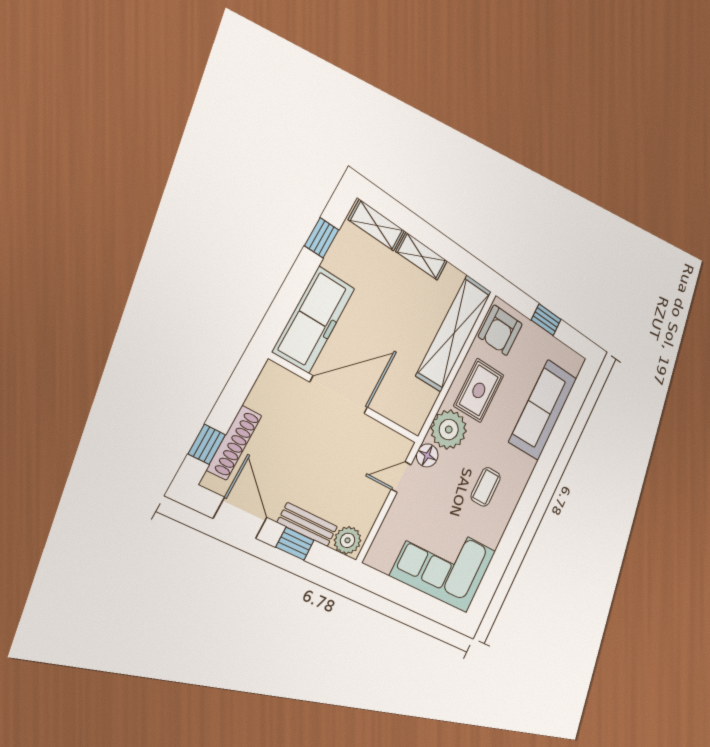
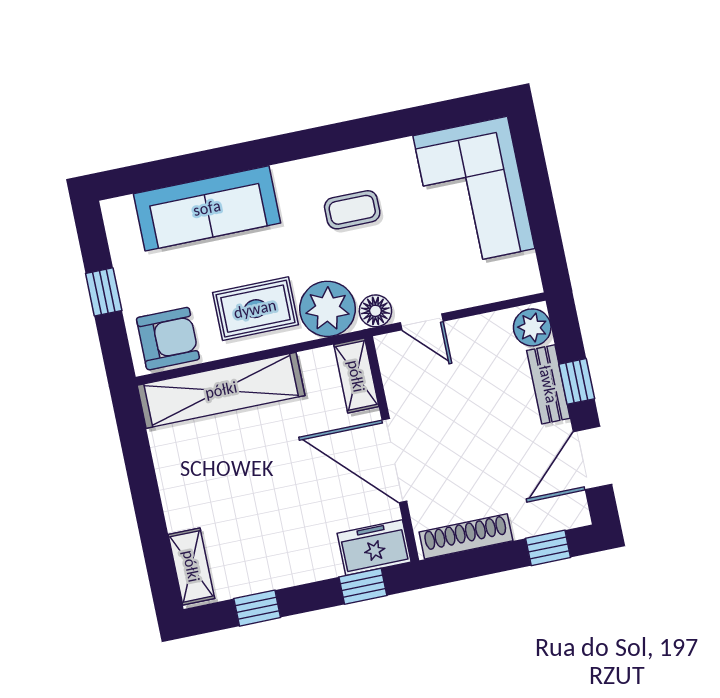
shelving: (422, 256) -> (356, 376), moved
window: (281, 310) -> (363, 586), added
freezer: (314, 320) -> (374, 548), width x0.52, depth x0.79
shoe rack: (234, 443) -> (466, 536), moved

